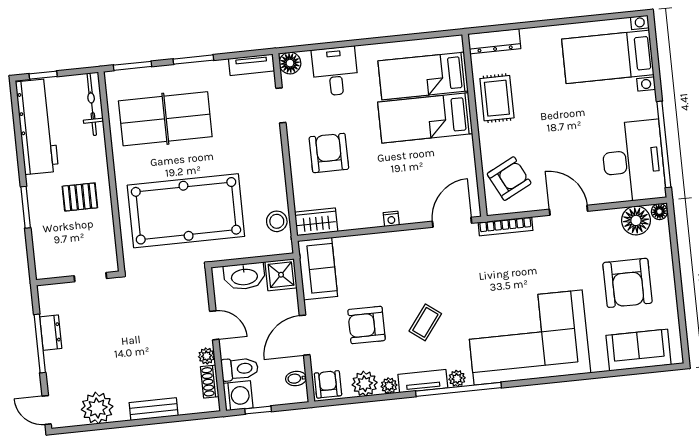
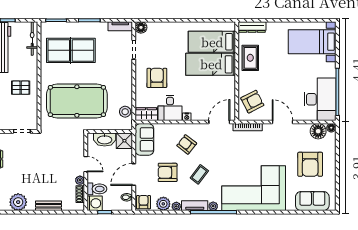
desk: (335, 71) -> (170, 108), moved, turned 180
armchair: (396, 270) -> (187, 144), added

